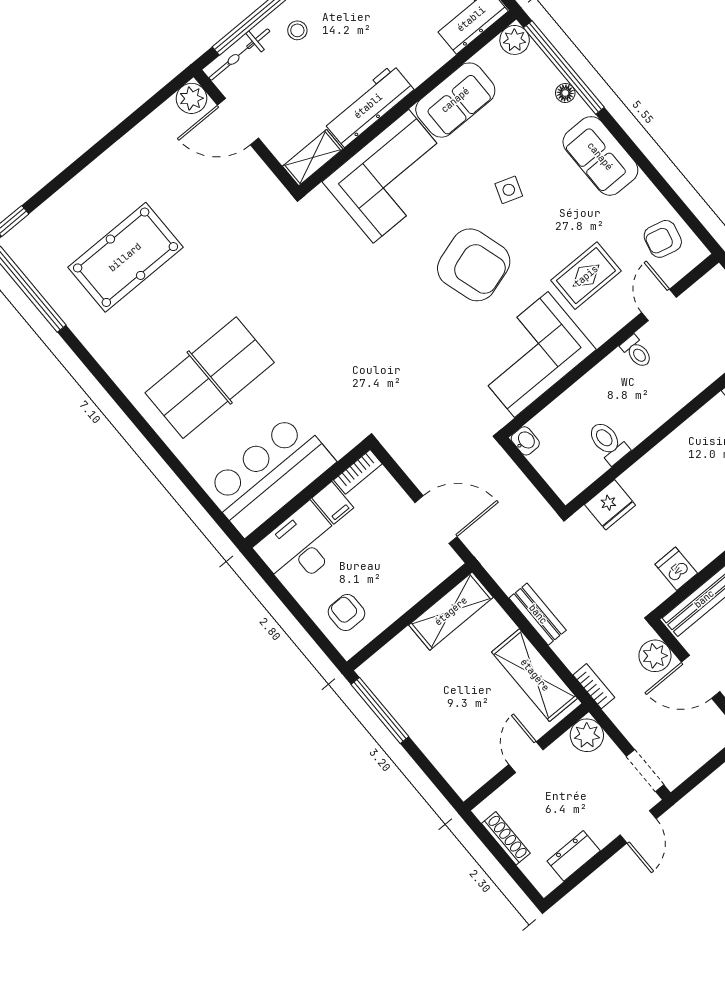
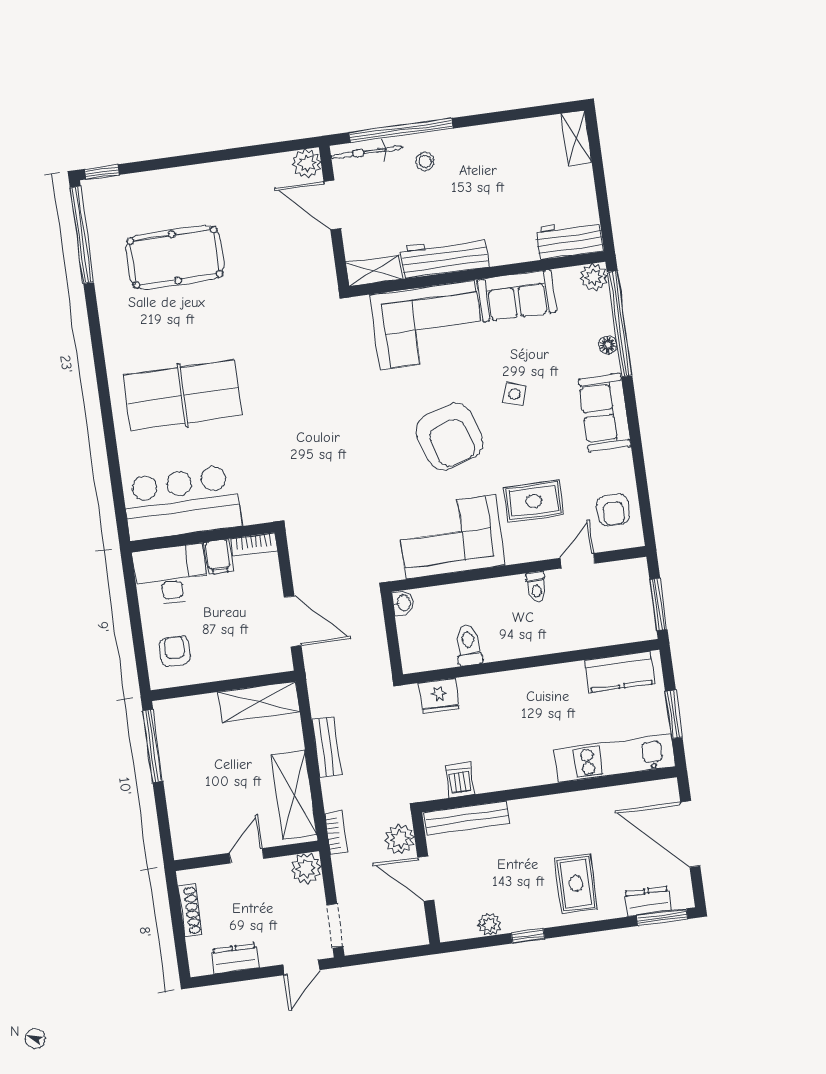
armchair: (663, 239) -> (613, 510), turned -104

